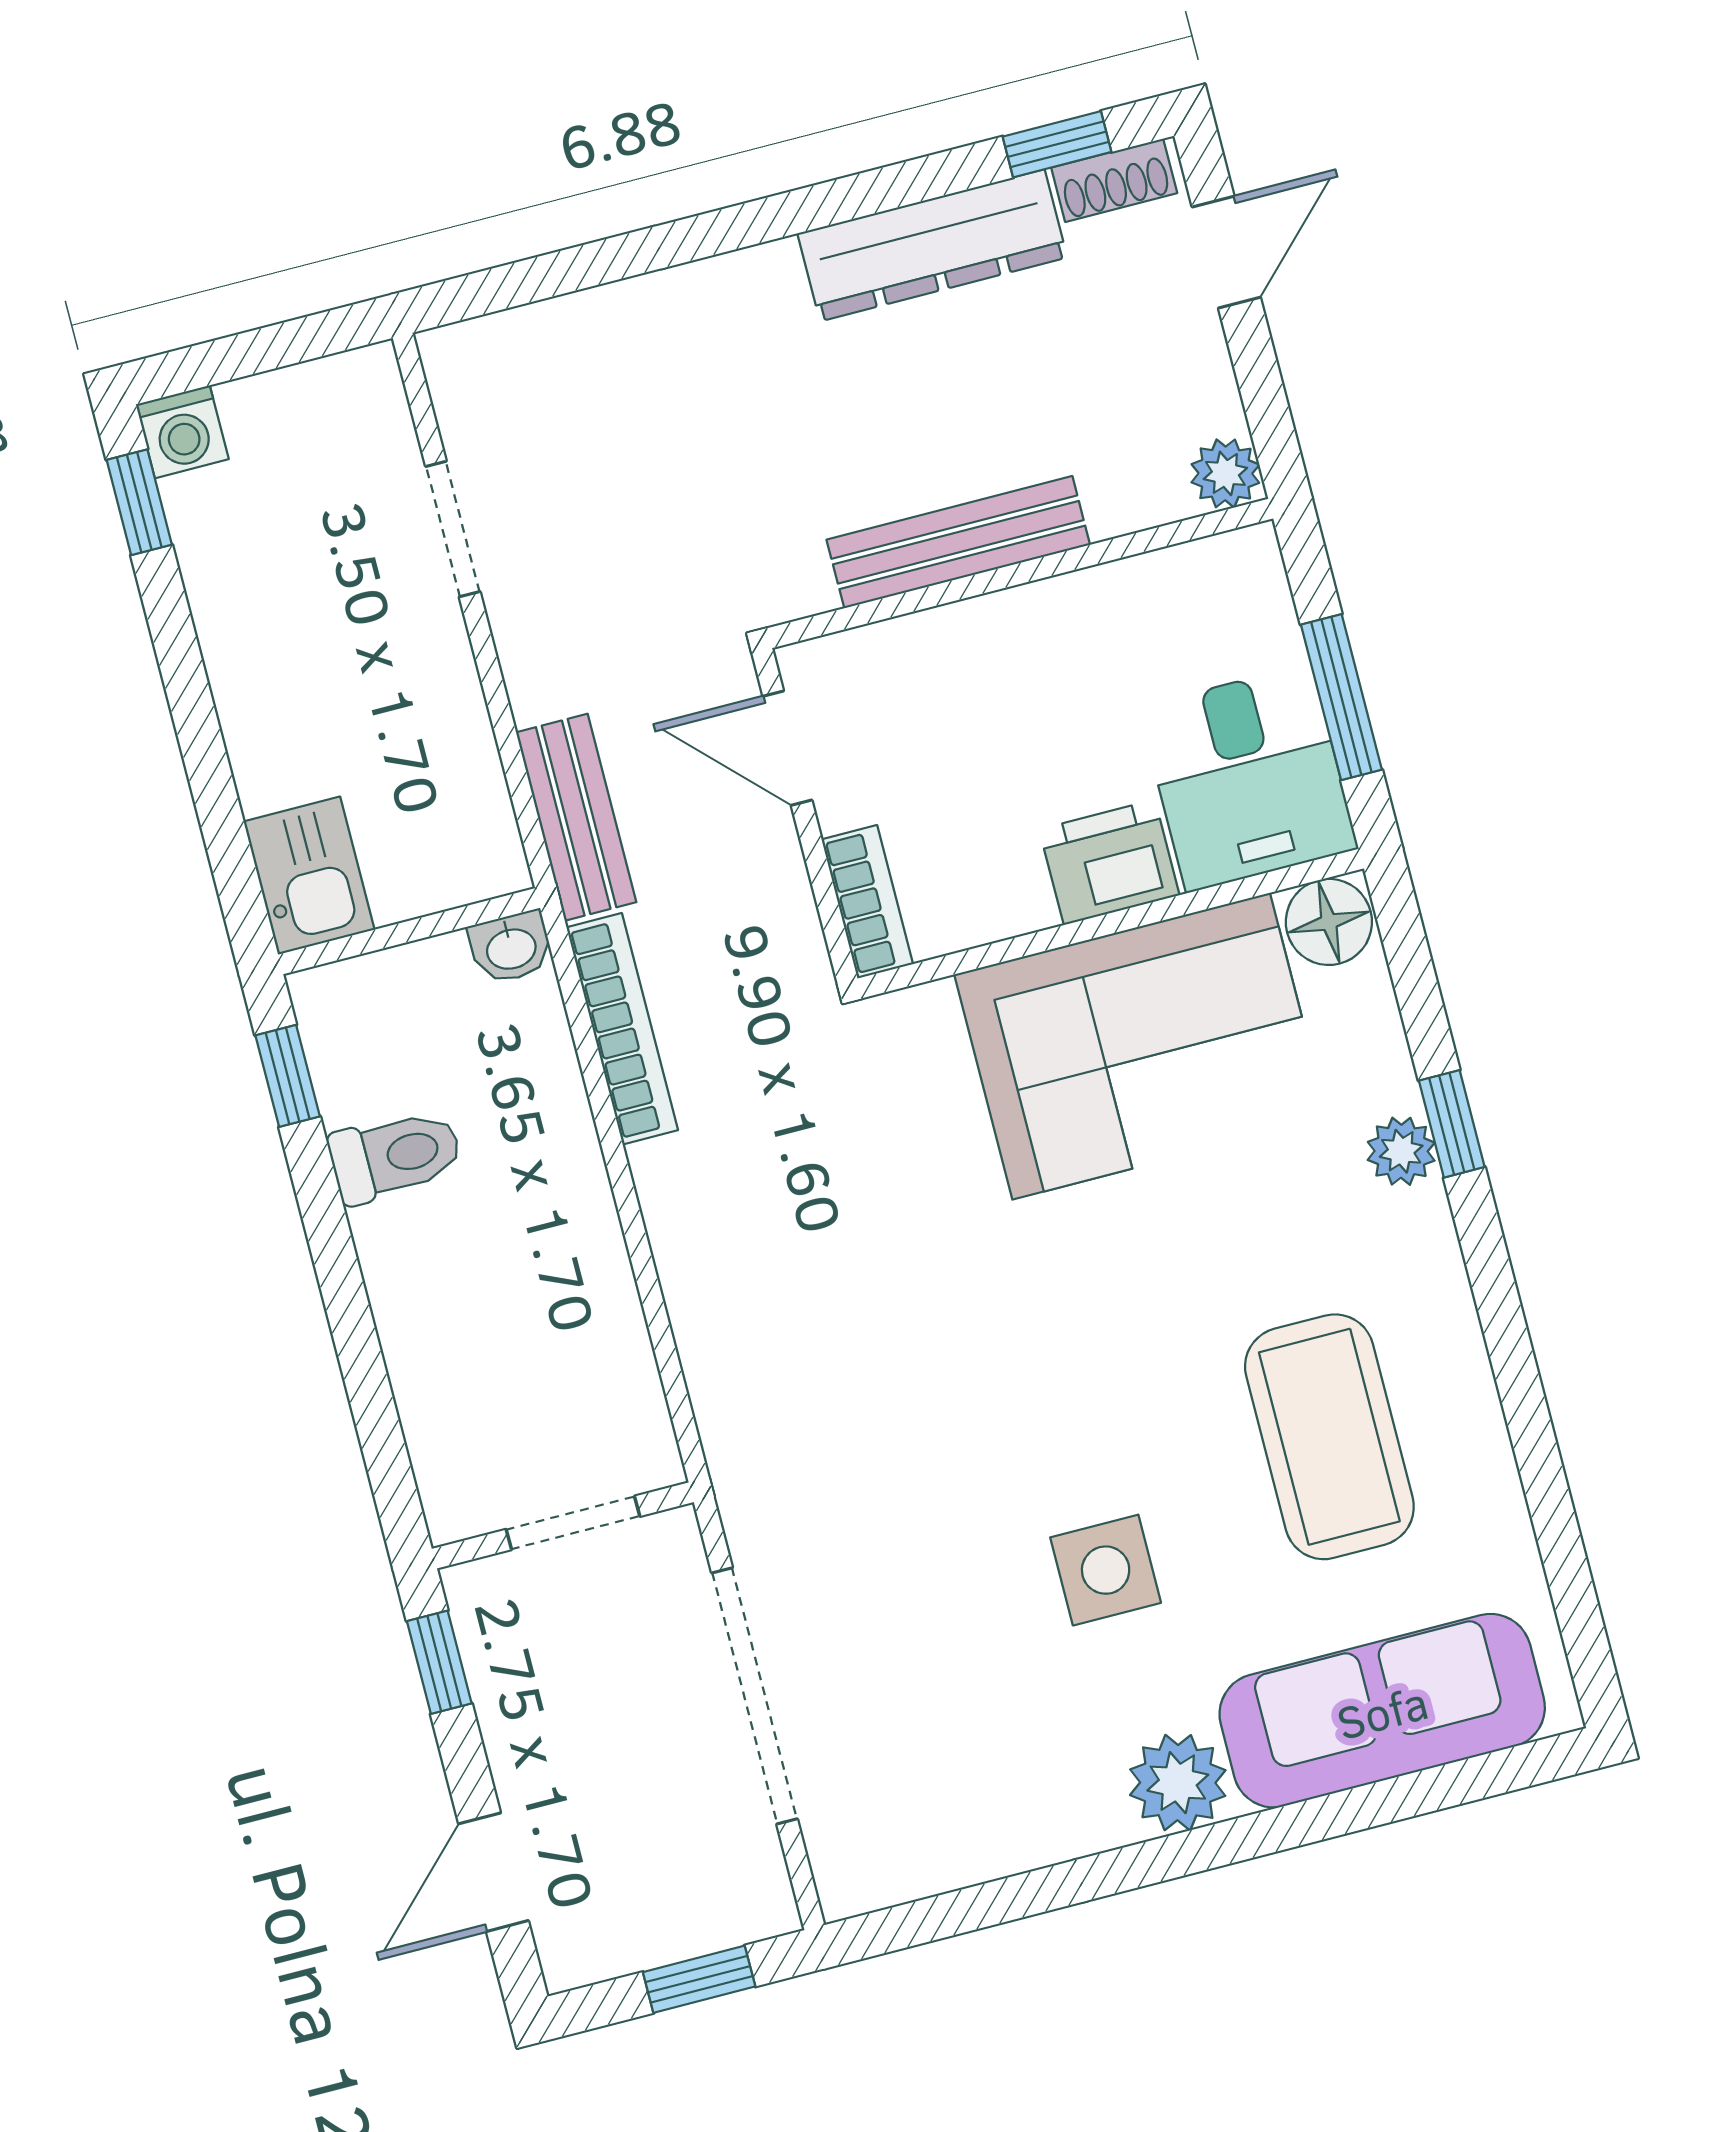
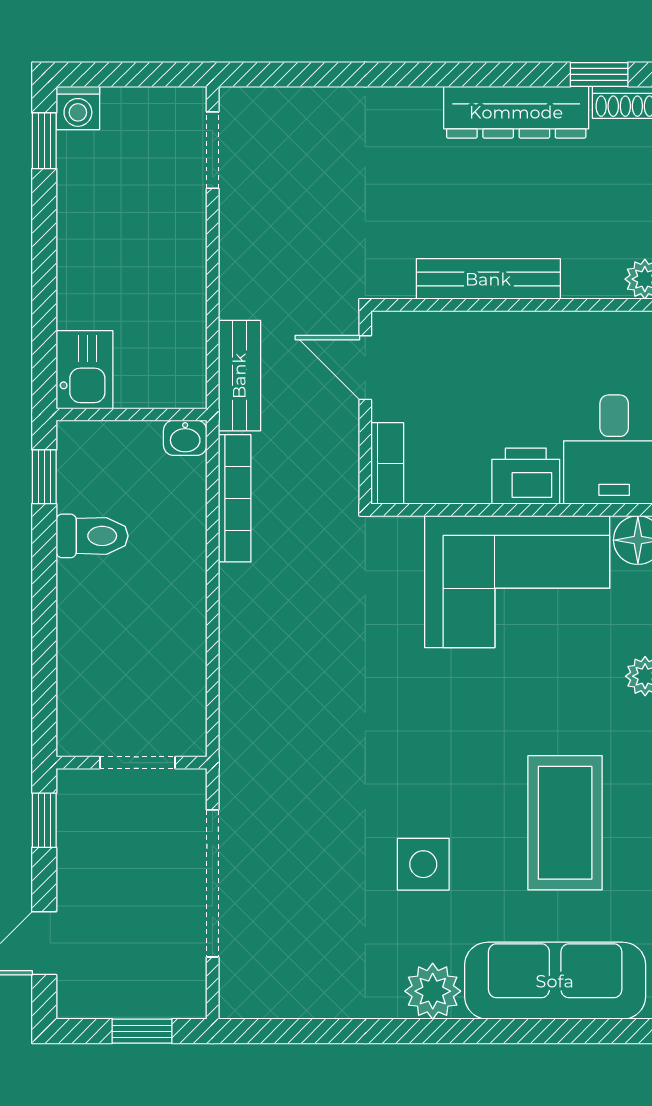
doorway: (453, 529) -> (213, 150), moved

